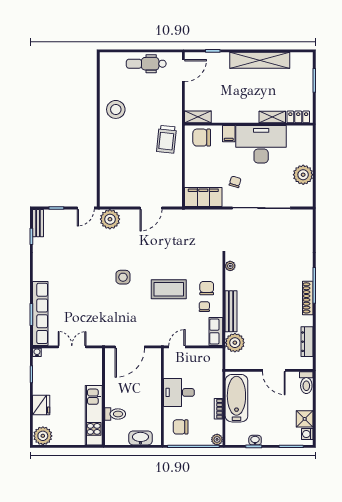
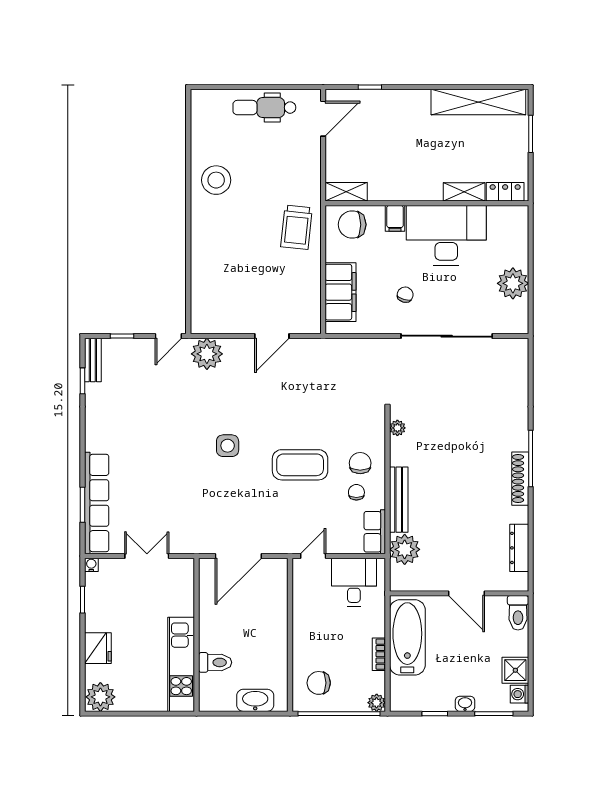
shelving: (260, 60) -> (478, 102), moved
filing cabinet: (203, 197) -> (341, 292), moved, turned 90
desk: (179, 392) -> (354, 582), moved, turned 90
washbasin: (255, 440) -> (465, 704), moved

